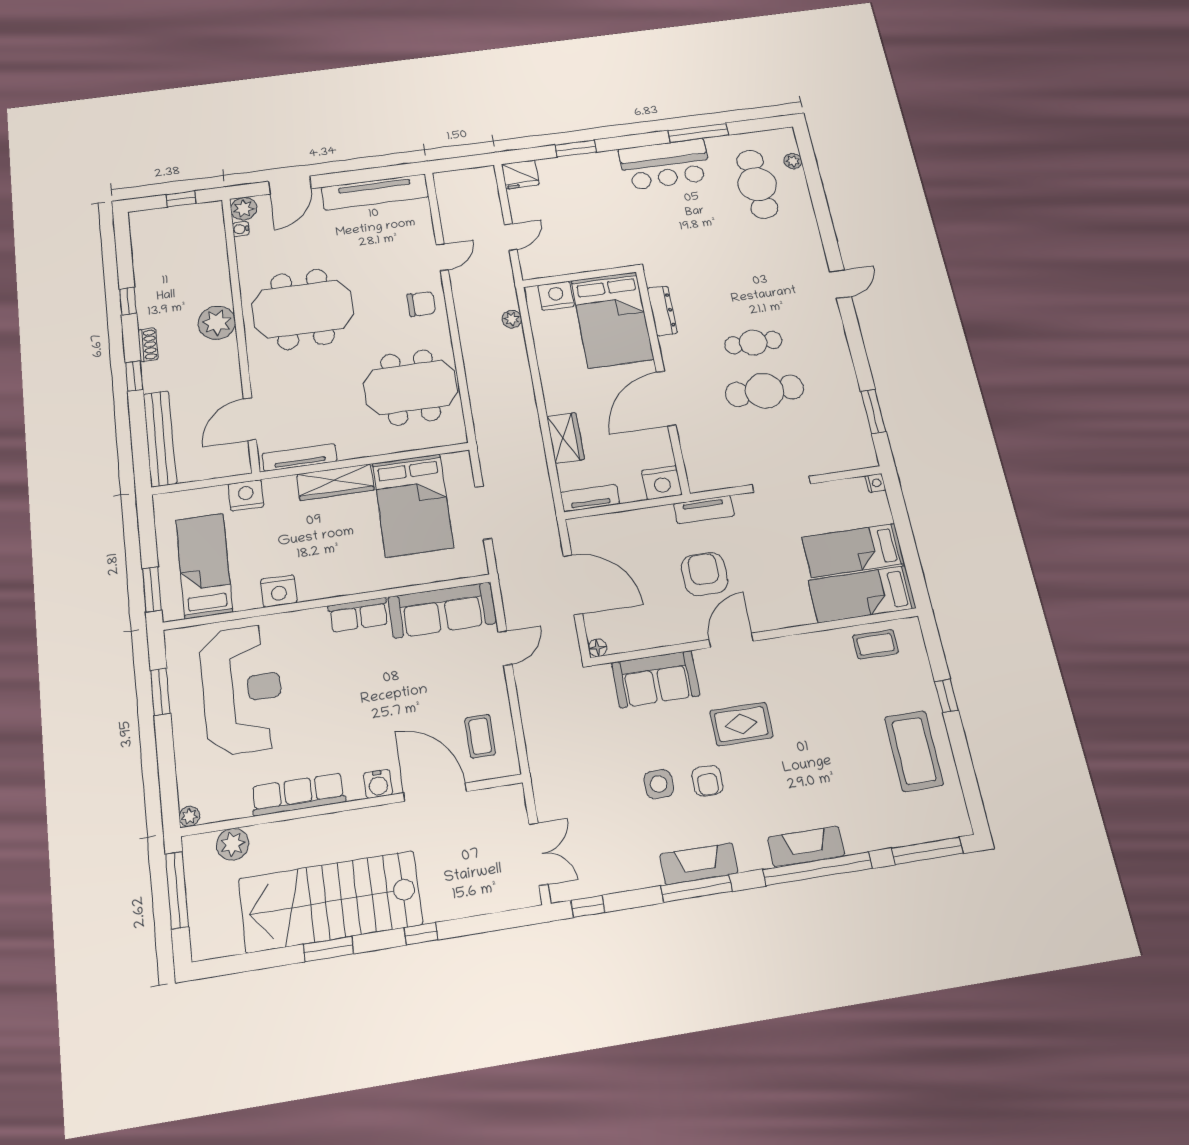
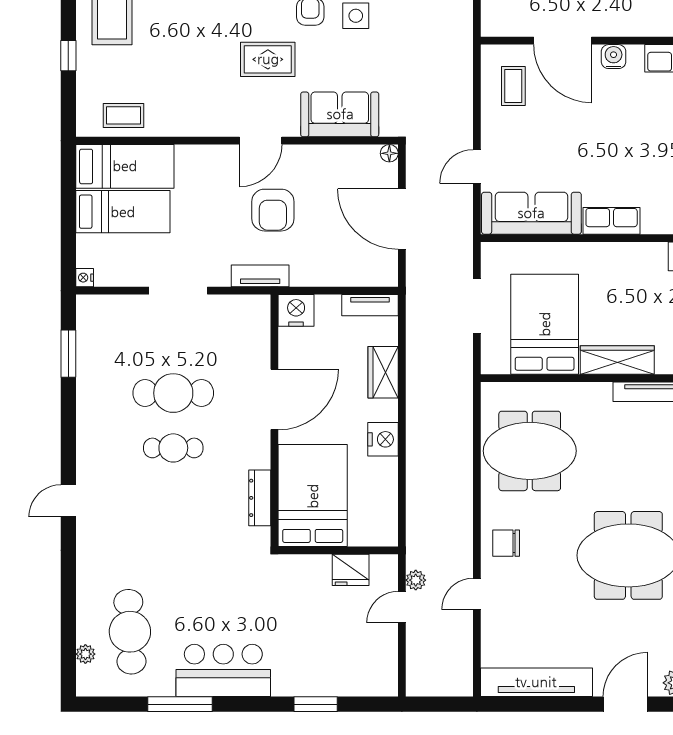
fridge: (520, 174) -> (351, 570), moved, turned 180
nightstand: (556, 296) -> (383, 439), moved, turned -90
plant: (512, 319) -> (416, 580), moved

